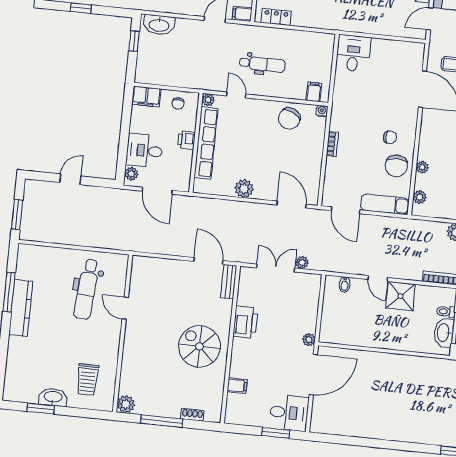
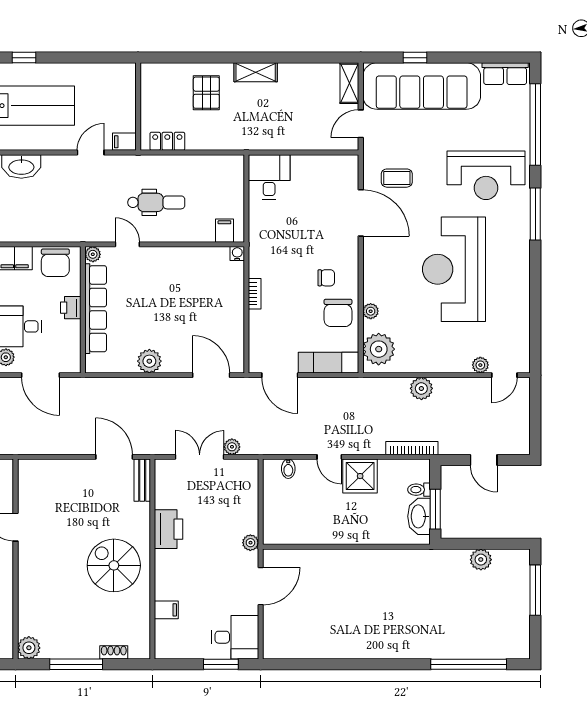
chair: (178, 103) -> (55, 263), width x1.87, depth x1.87
chair: (289, 118) -> (197, 267), removed
plant: (420, 197) -> (379, 349), width x1.87, depth x1.87
door: (313, 375) -> (261, 586), width x0.73

